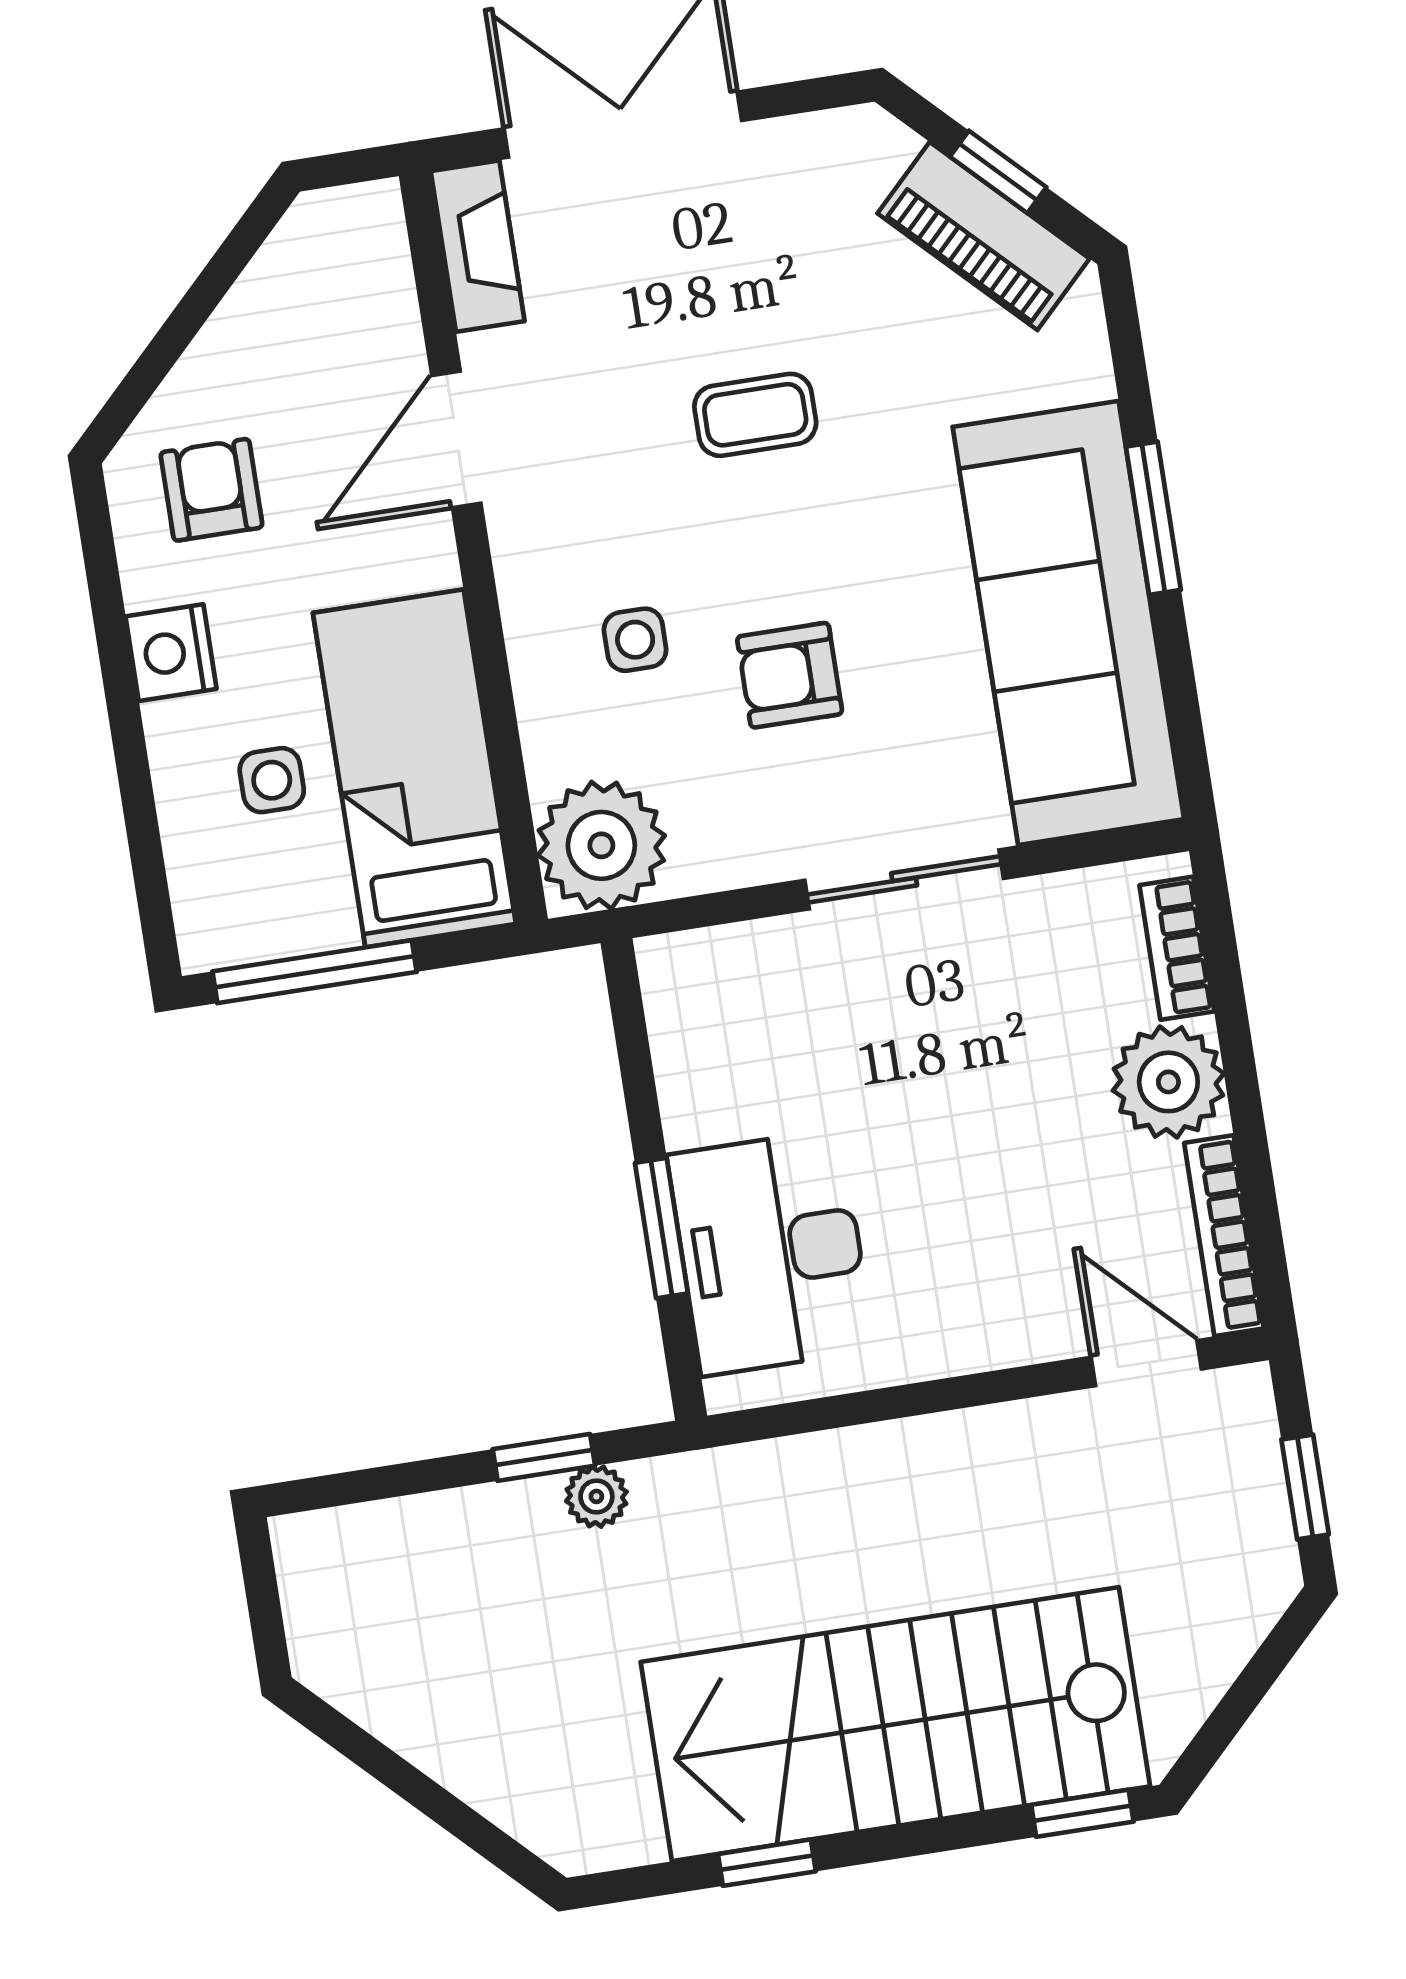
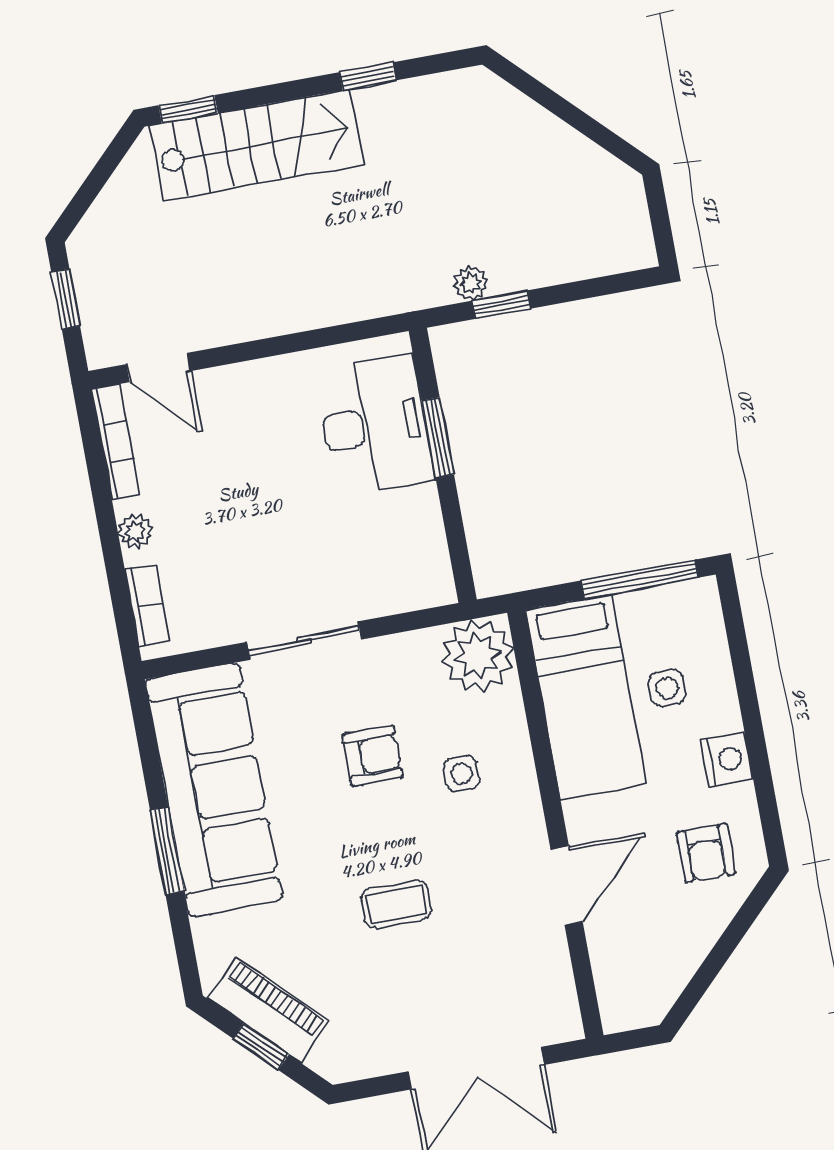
fireplace: (478, 246) -> (557, 996), removed
plant: (1168, 1082) -> (135, 531), width x0.53, depth x0.53
stairs: (895, 1724) -> (257, 145), width x0.73, depth x0.66

